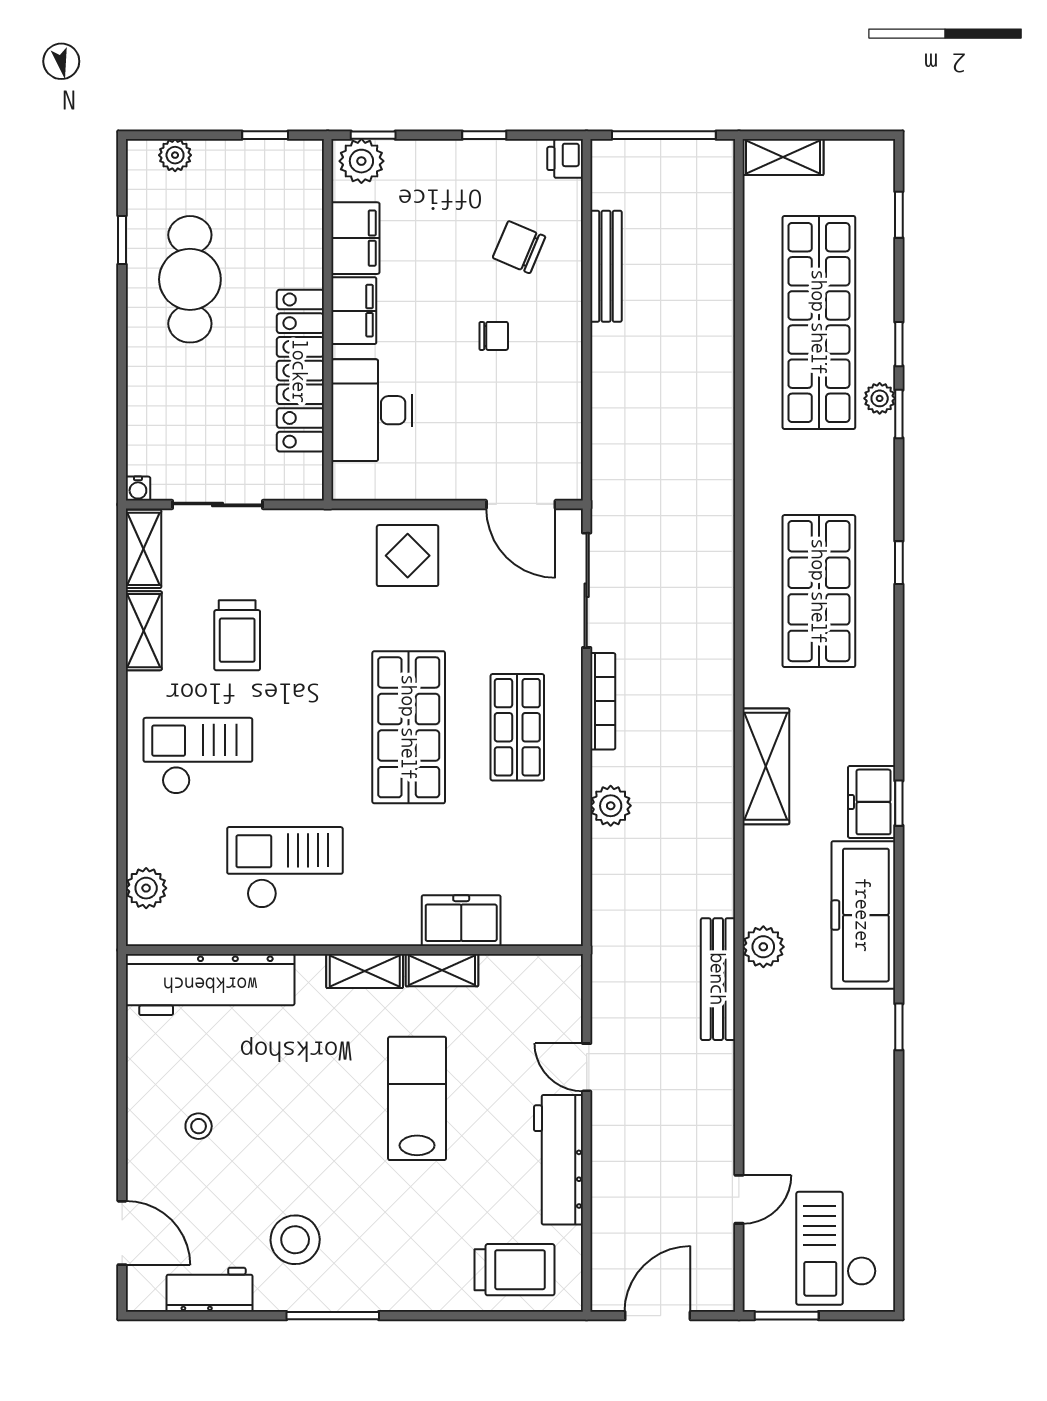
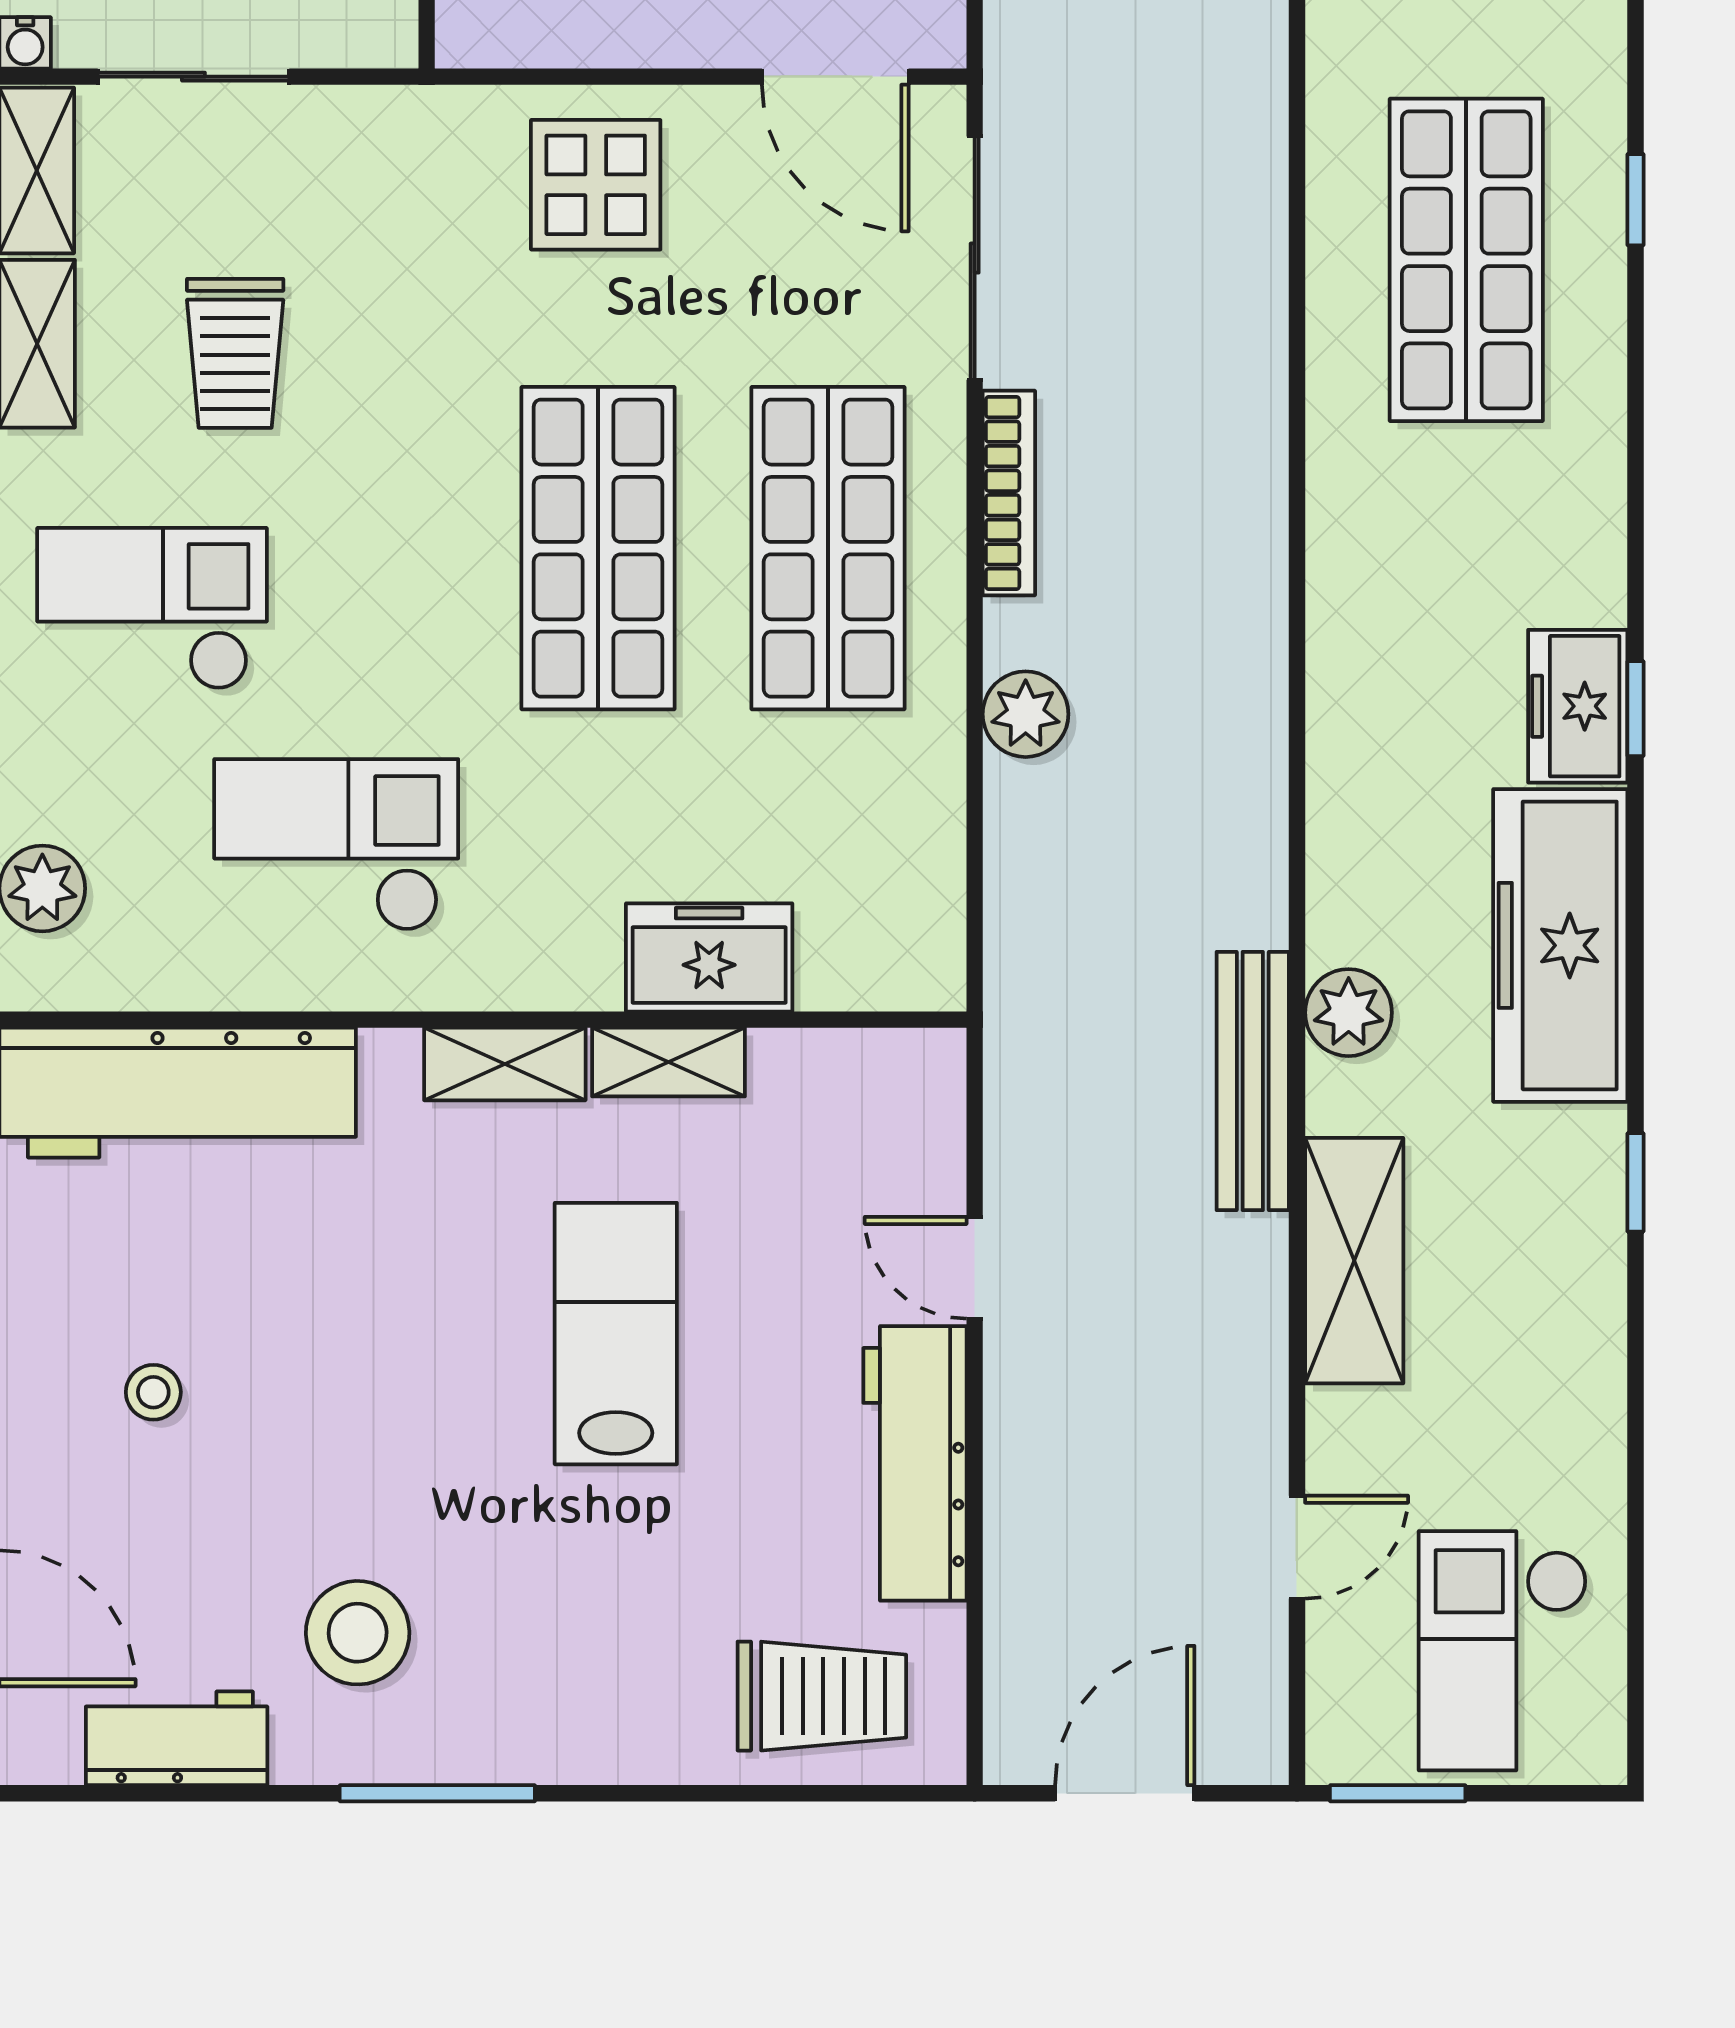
shop shelf: (517, 727) -> (828, 548), width x1.43, depth x1.36
shelving: (766, 766) -> (1354, 1261), moved

